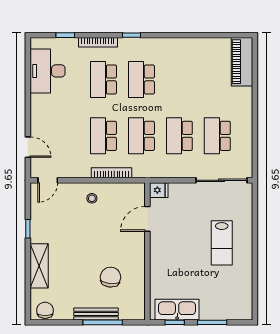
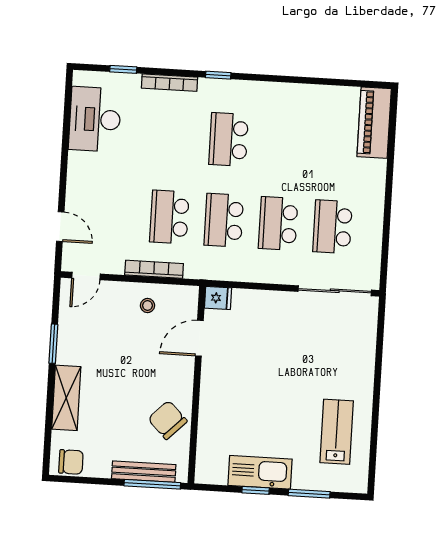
school desk: (103, 79) -> (174, 136), removed
bookcase: (112, 173) -> (154, 269), moved
fridge: (159, 190) -> (218, 298), moved
door: (147, 219) -> (199, 338), moved
window: (28, 229) -> (53, 344), width x1.50
lab bench: (222, 243) -> (337, 432), moved, turned 180
wall: (147, 251) -> (197, 385), moved
chair: (111, 277) -> (168, 420), turned -51
chair: (45, 310) -> (71, 462), turned 90

